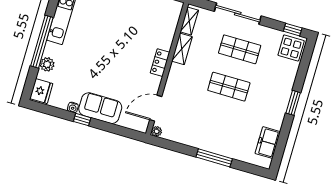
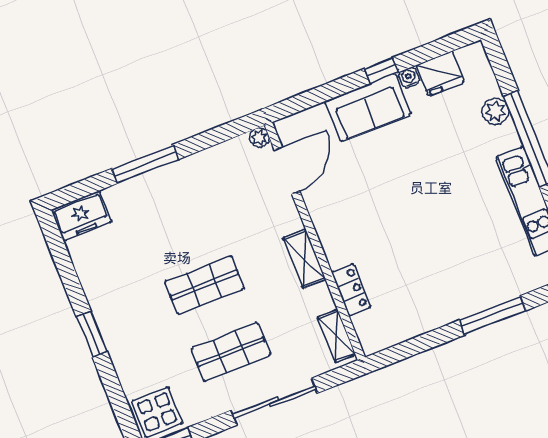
shelving: (182, 49) -> (304, 258), moved
locker: (160, 63) -> (351, 290), moved
fridge: (41, 91) -> (440, 74), moved, turned -90
freezer: (268, 143) -> (81, 216), moved, turned 90

